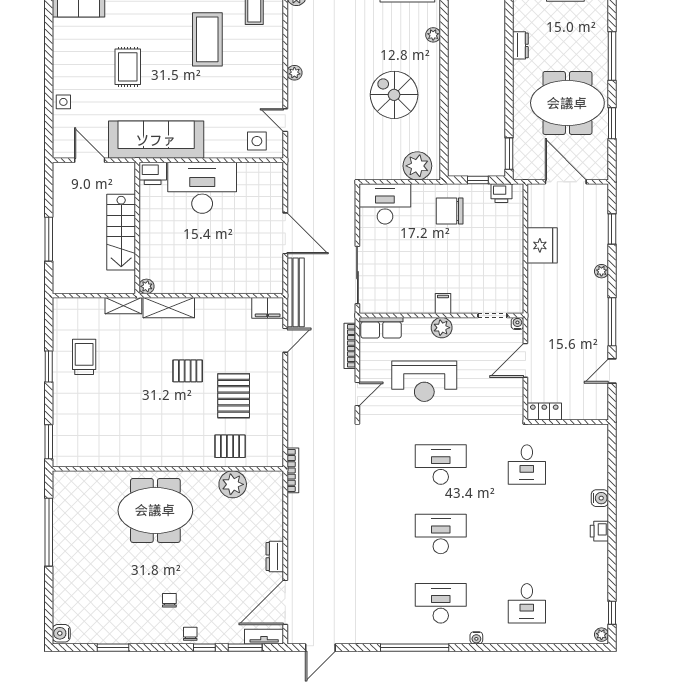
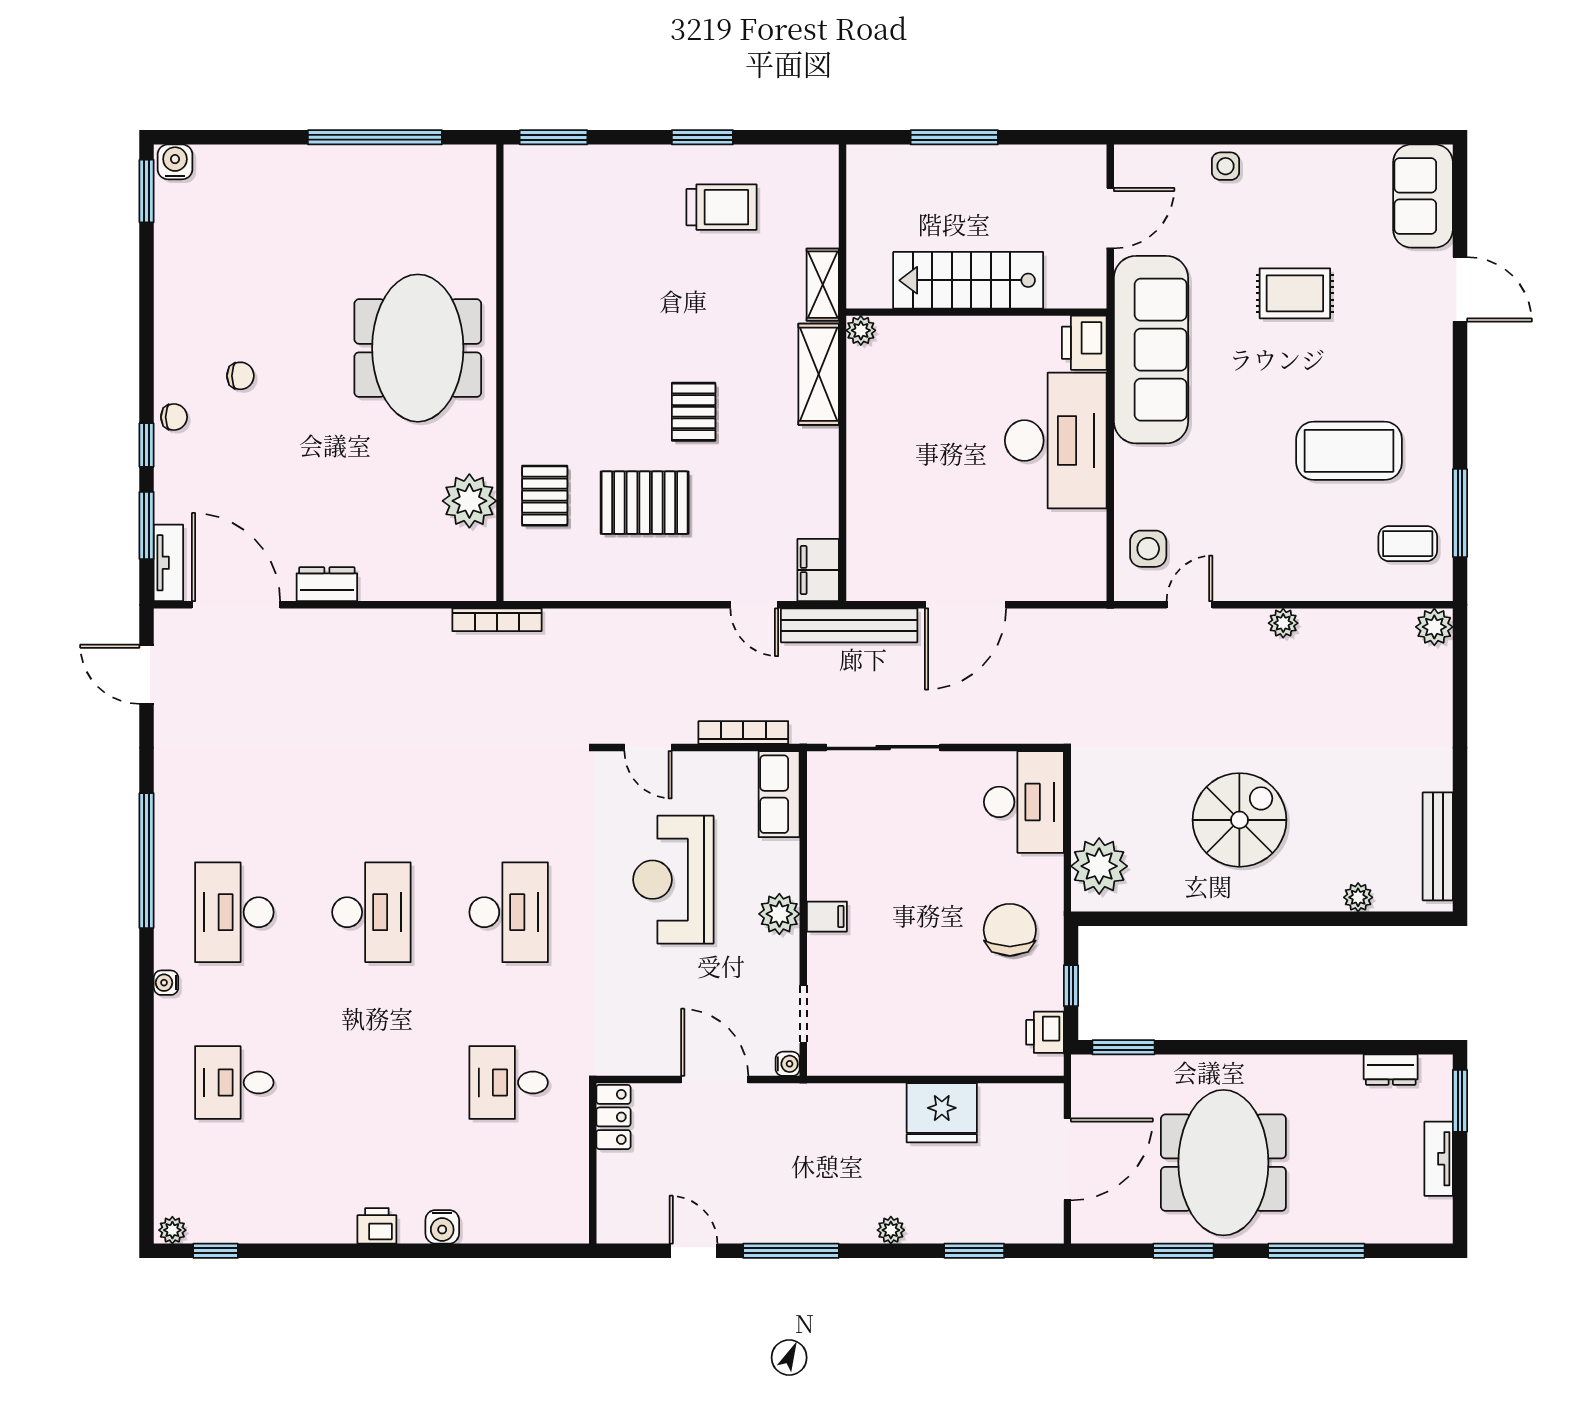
dresser: (520, 45) -> (1391, 1070), moved
desk: (441, 603) -> (234, 912), turned 180
window: (113, 648) -> (147, 191), moved

